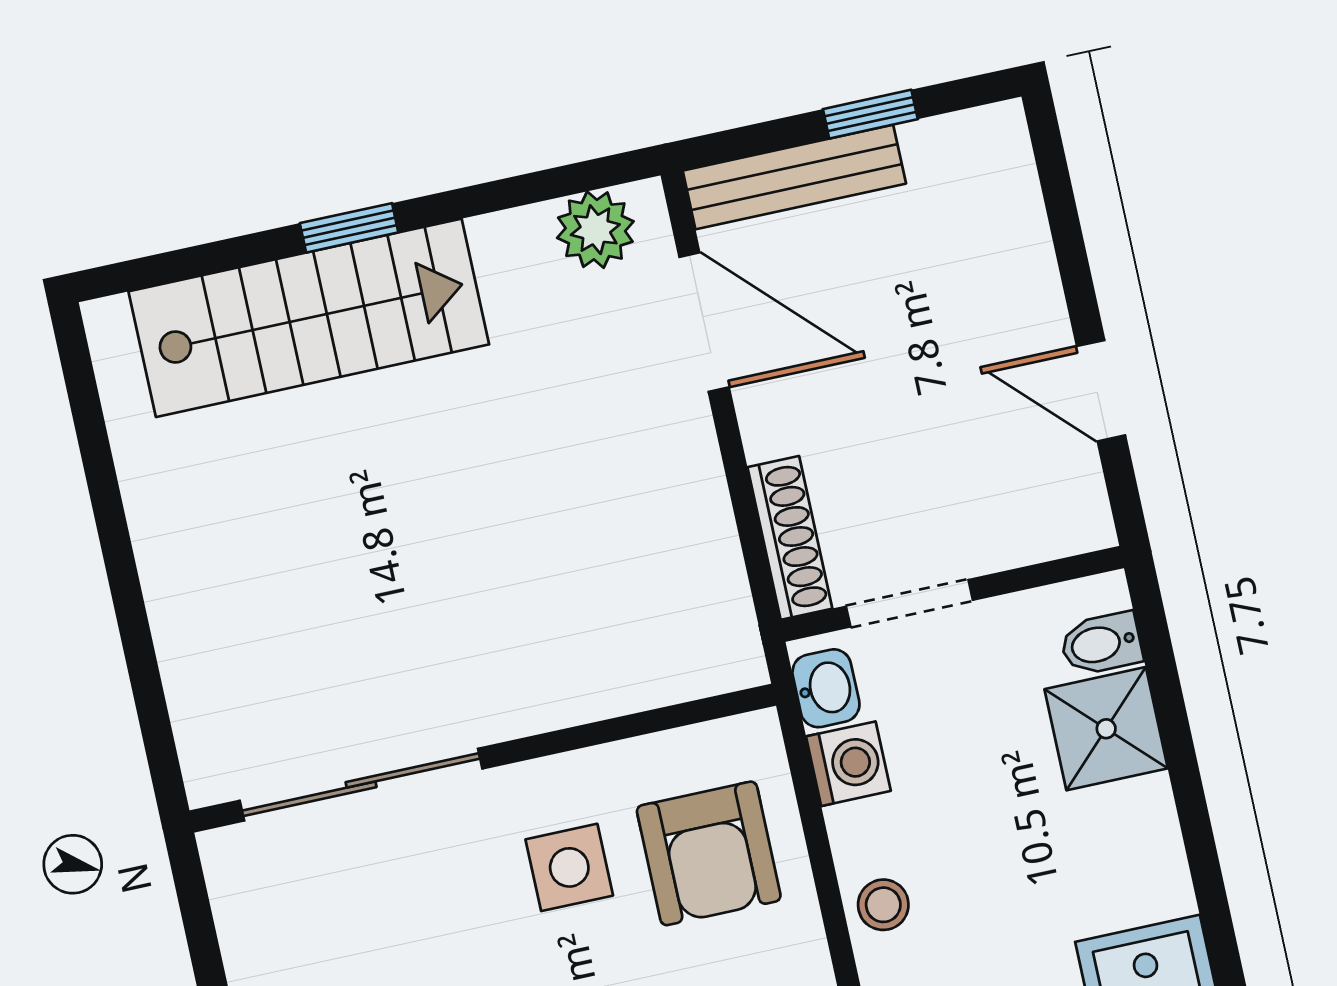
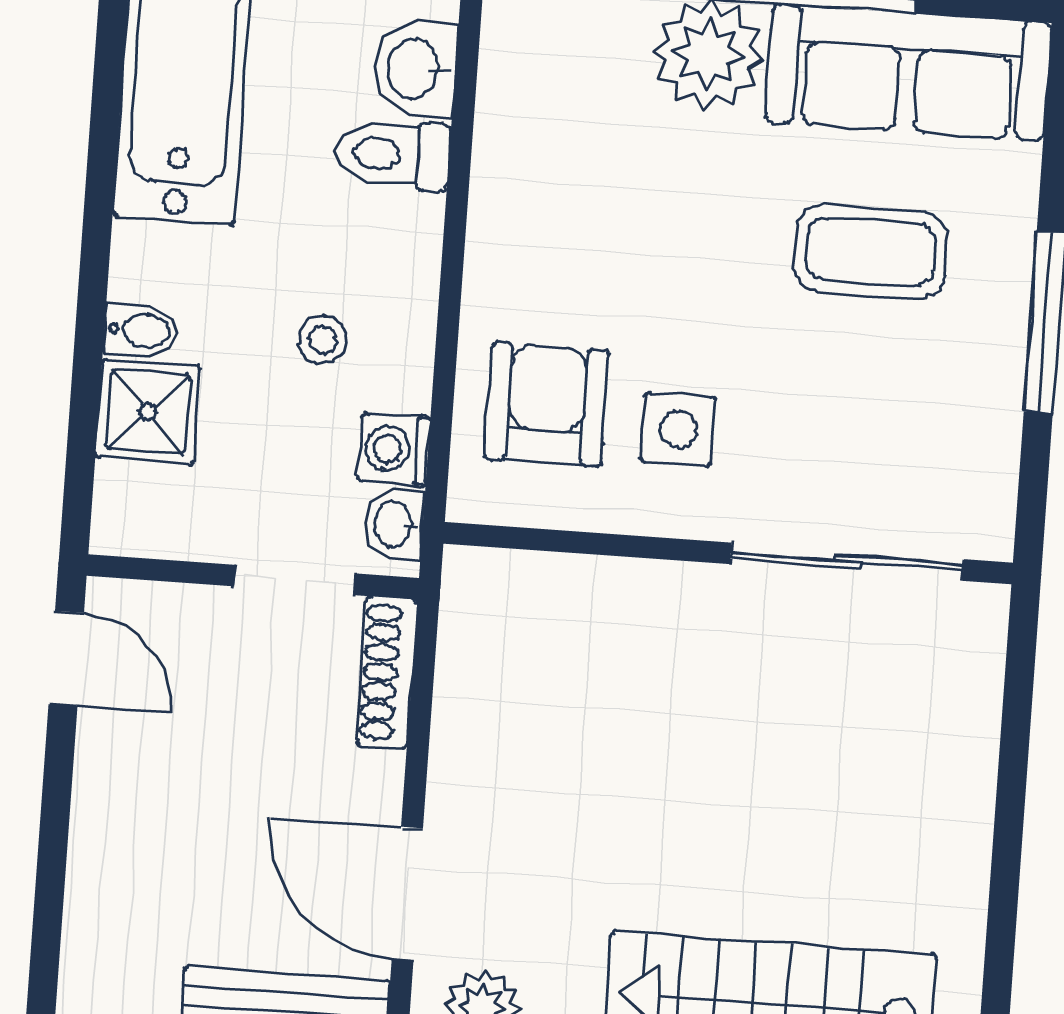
door: (1101, 391) -> (66, 659), moved
bidet: (1101, 644) -> (141, 330), moved
stool: (883, 905) -> (323, 340), moved

